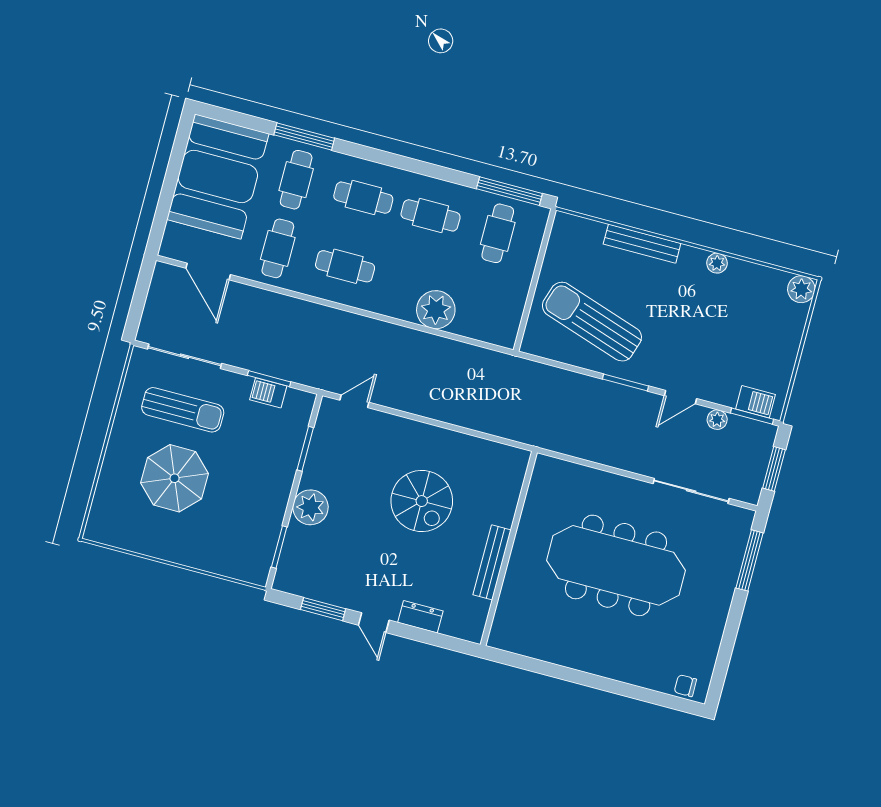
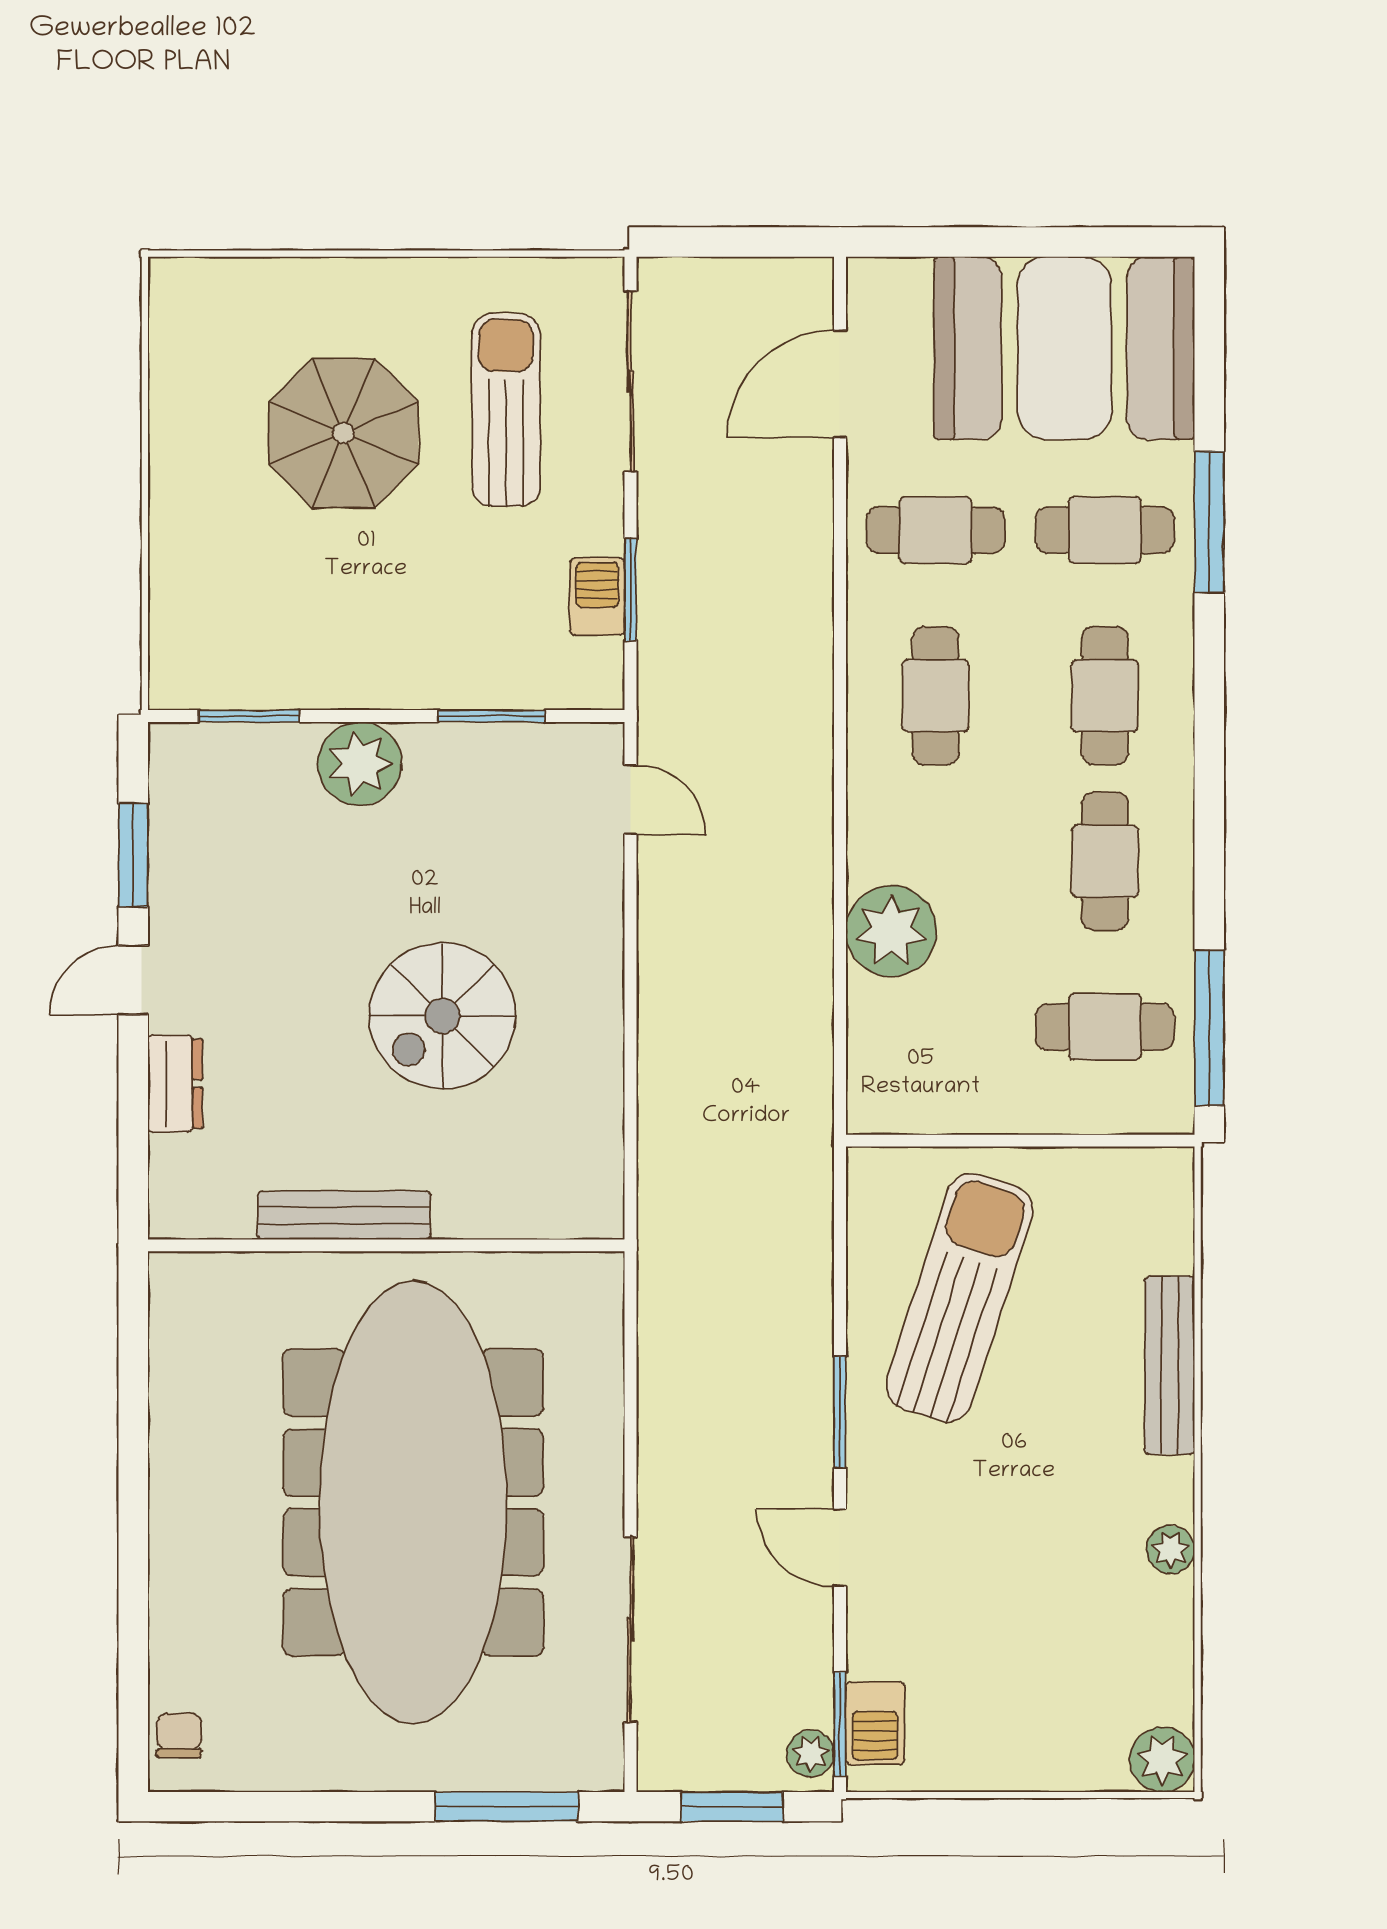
sun lounger: (183, 410) -> (506, 410), turned 180
plant: (717, 420) -> (811, 1753), moved
meeting table: (616, 565) -> (413, 1502), width x1.36, depth x1.27

